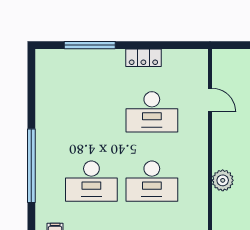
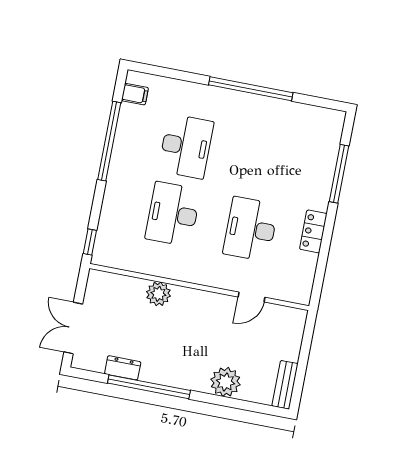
window: (31, 166) -> (251, 89), moved
desk: (91, 181) -> (186, 146), turned 180

